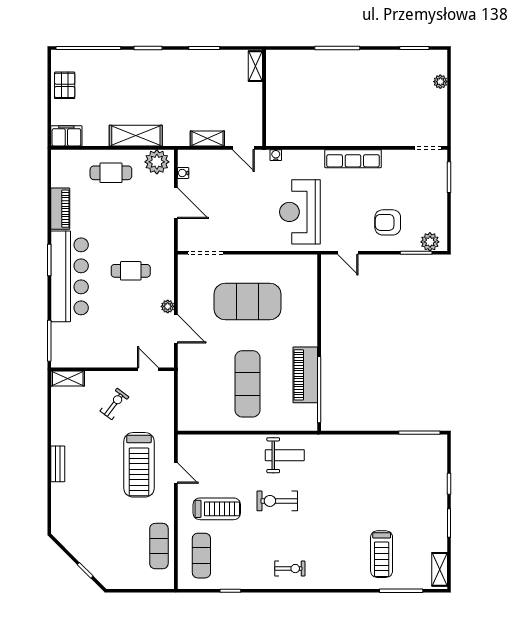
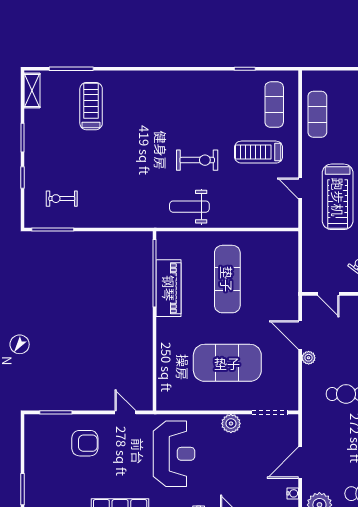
door: (176, 203) -> (300, 463), hinge flipped
plant: (430, 242) -> (231, 423), moved
treadmill: (139, 465) -> (338, 197), turned 180
exercise bike: (290, 569) -> (62, 199), moved

